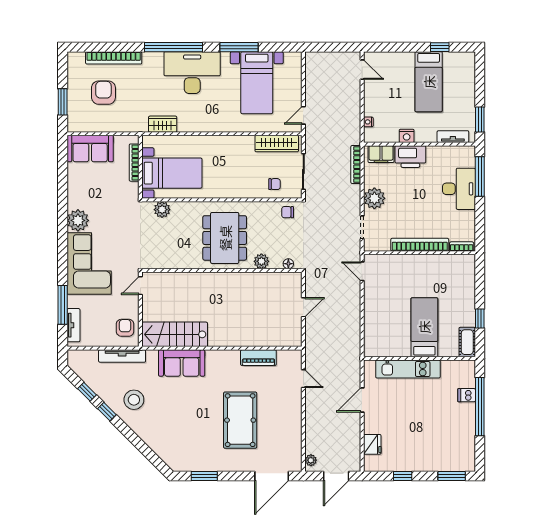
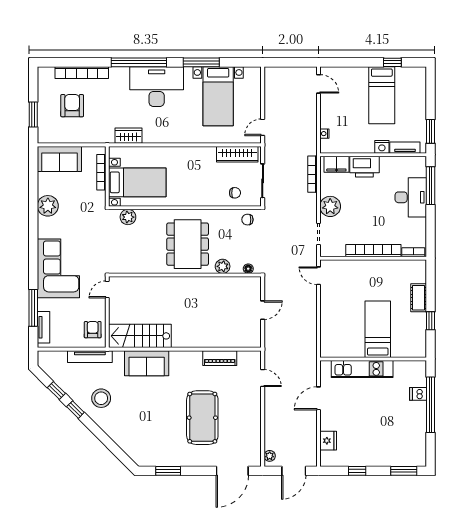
nightstand: (407, 136) -> (382, 147), moved
plant: (78, 220) -> (48, 206), moved
cot: (467, 342) -> (419, 298), moved

